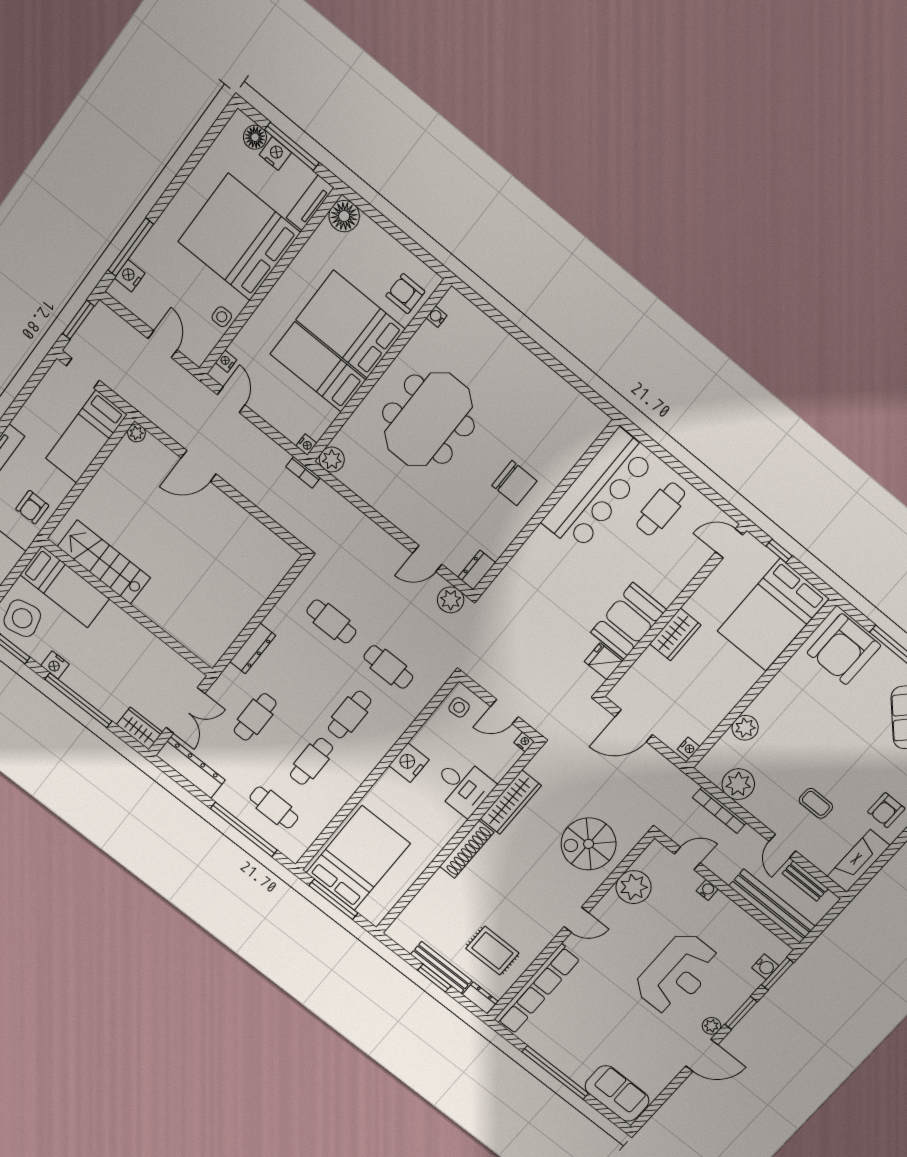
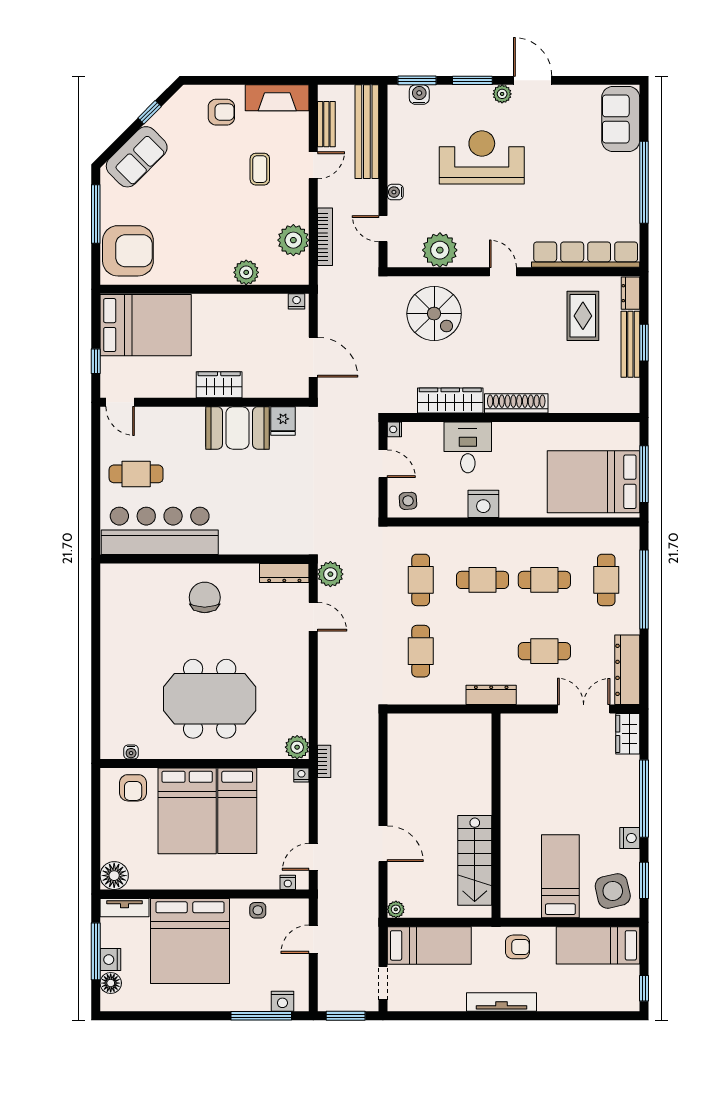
stairs: (104, 562) -> (475, 860), moved
dresser: (477, 570) -> (284, 573), width x1.44
wall: (128, 608) -> (496, 816), moved

